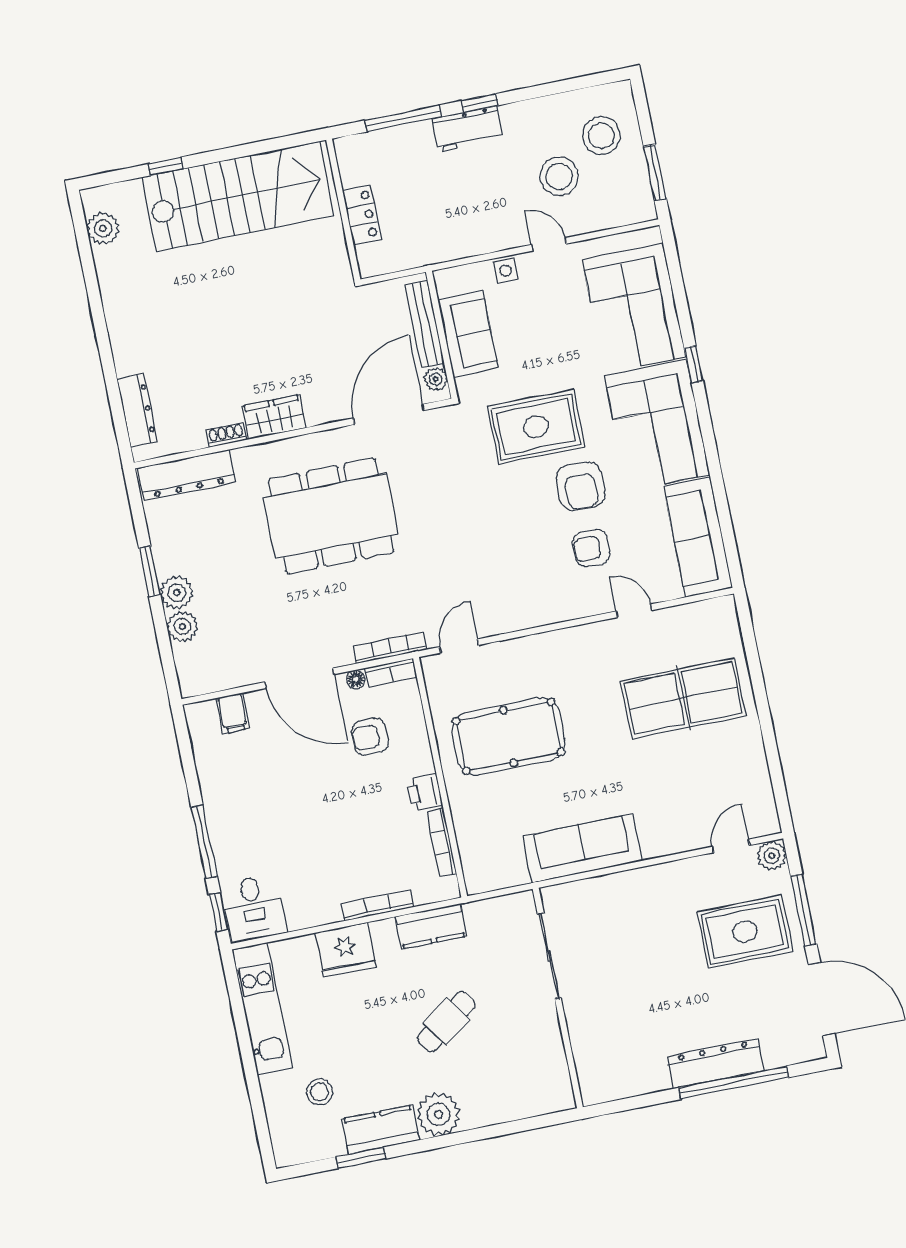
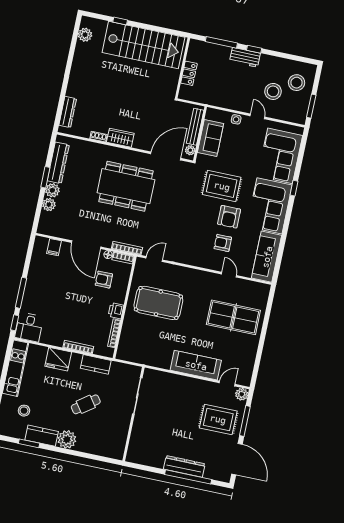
dresser: (187, 475) -> (58, 163), moved, turned -90
sofa: (582, 849) -> (196, 365), moved

